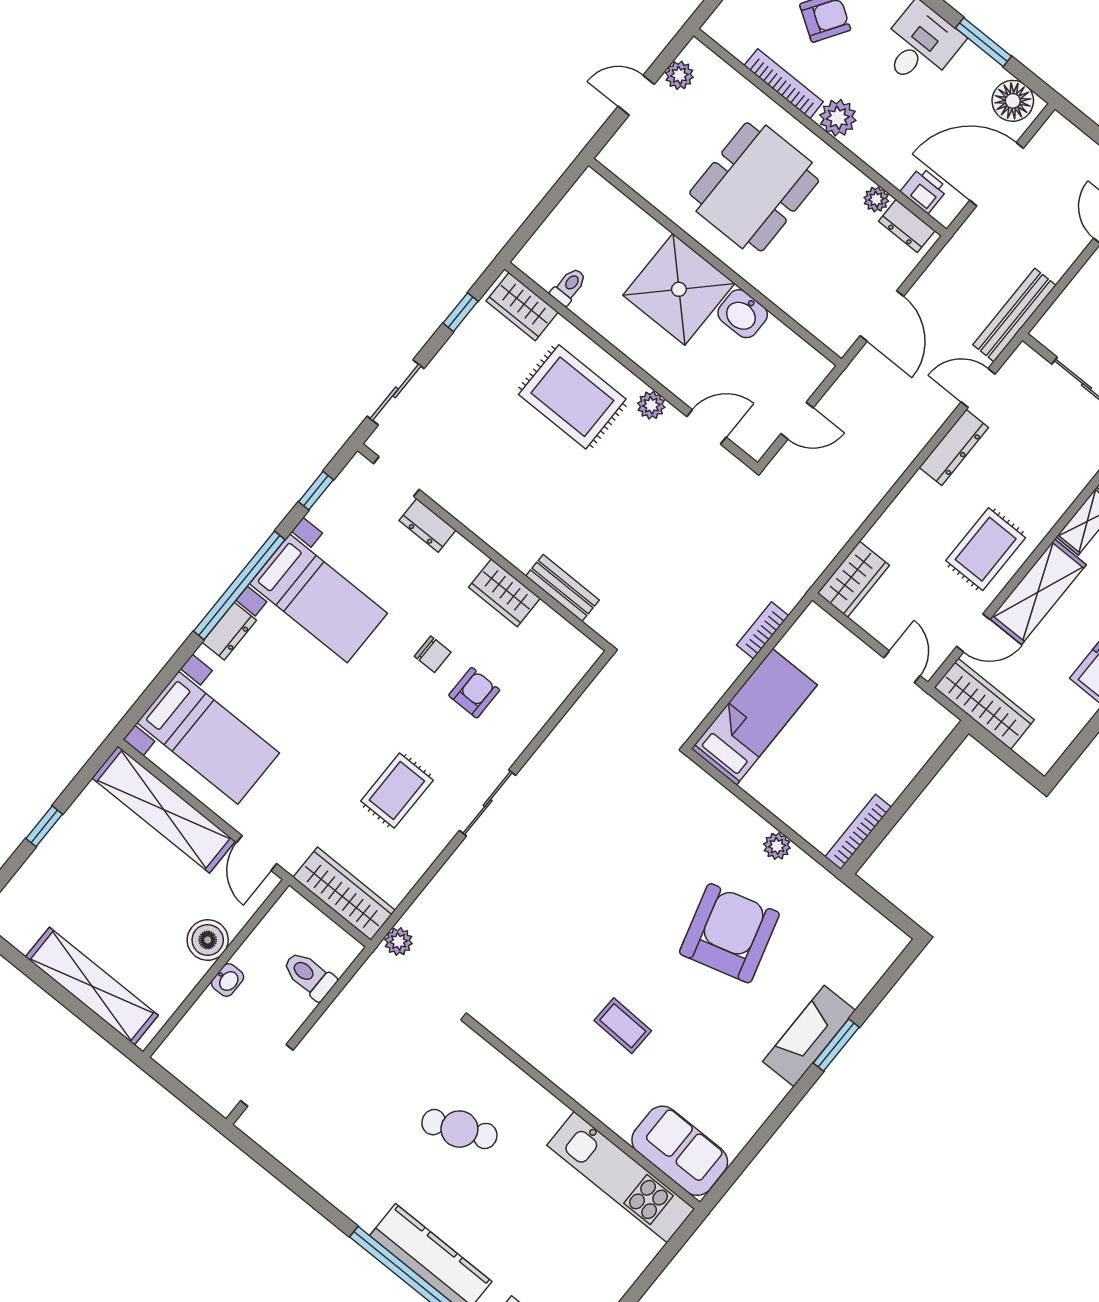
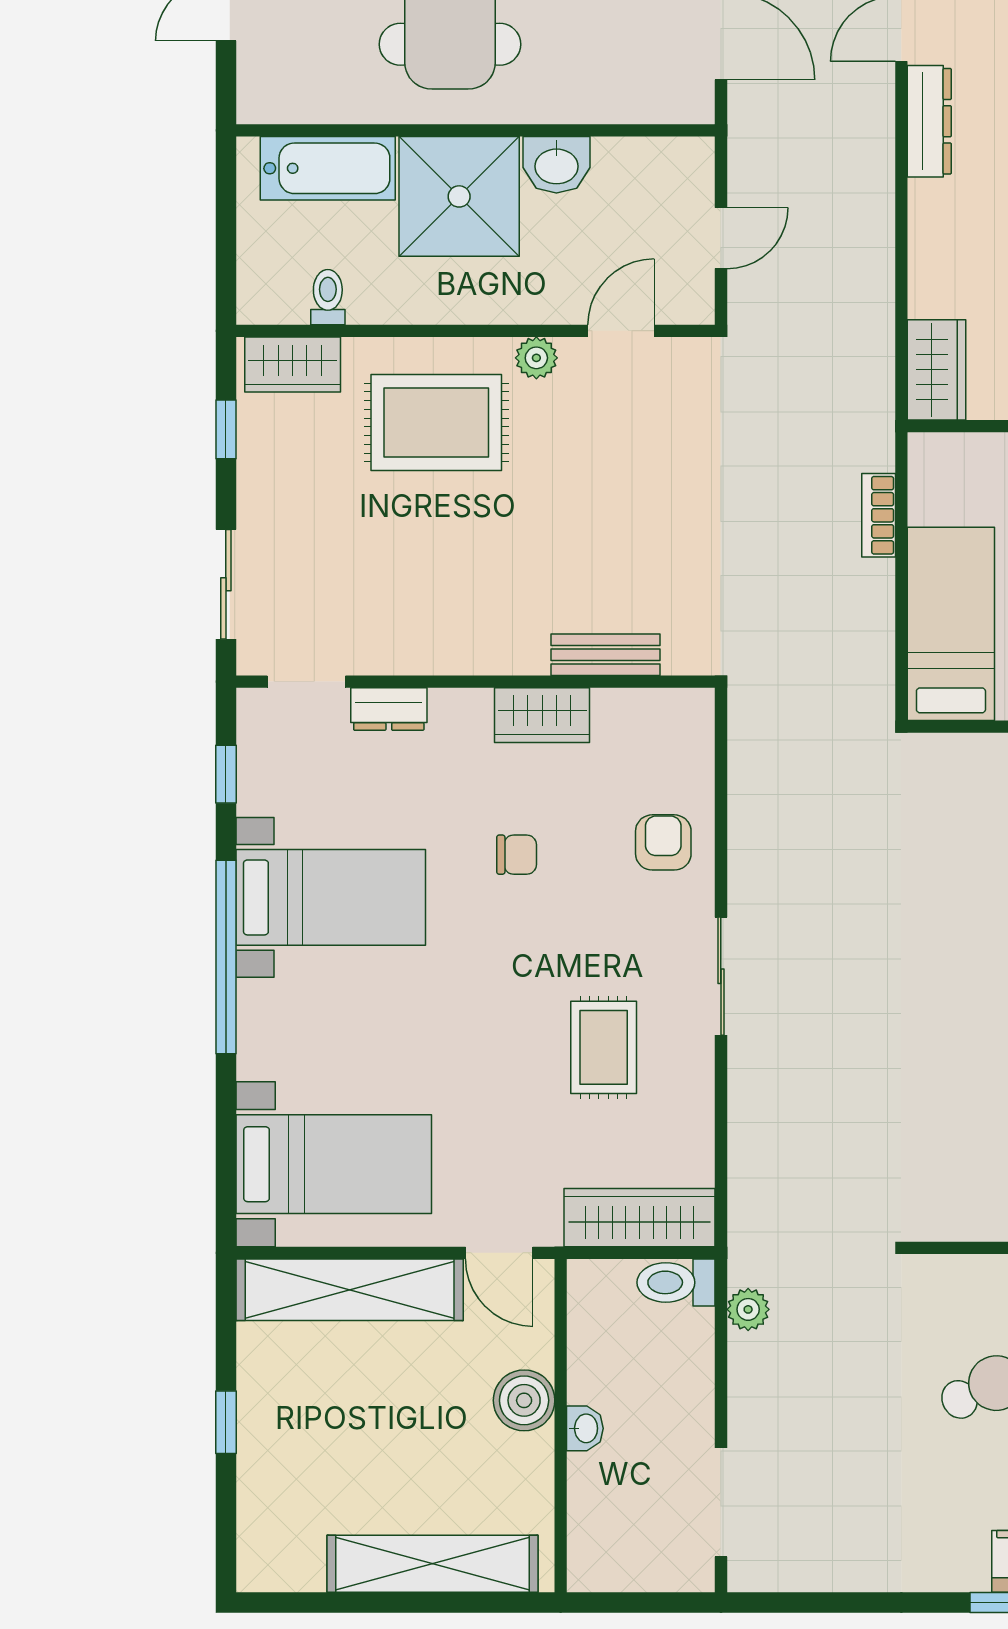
bathtub: (623, 220) -> (328, 168), added
dresser: (229, 631) -> (258, 1020), removed
armchair: (474, 693) -> (663, 842), moved
plant: (399, 941) -> (748, 1309), moved
toilet: (309, 976) -> (676, 1282), moved

